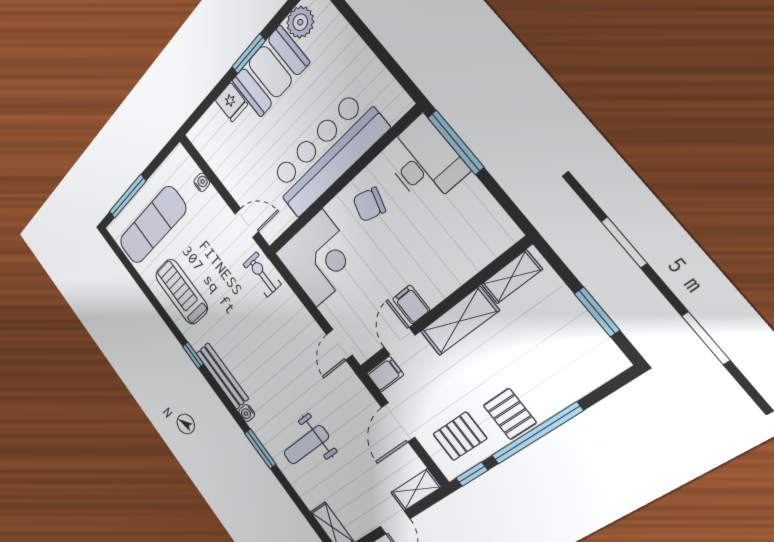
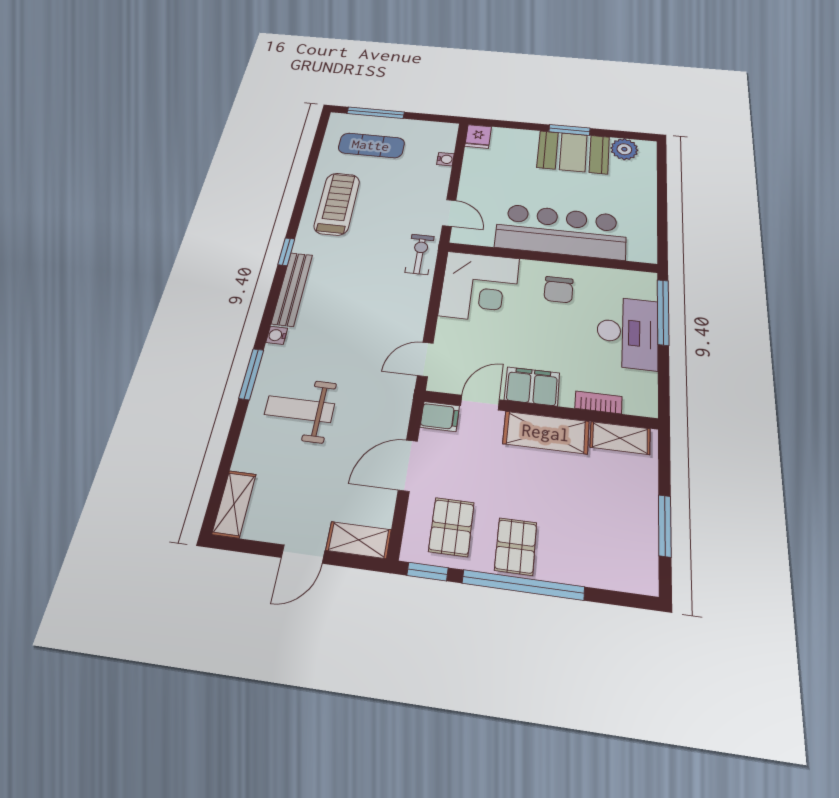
fridge: (231, 102) -> (478, 136), moved
desk: (424, 162) -> (628, 332), moved
chair: (369, 205) -> (559, 290), turned -107
exercise mat: (153, 225) -> (371, 145), width x0.73, depth x0.69
bookcase: (474, 265) -> (598, 402), added
filing cabinet: (411, 305) -> (532, 386), width x2.00
pallet: (460, 436) -> (451, 527), turned 90

